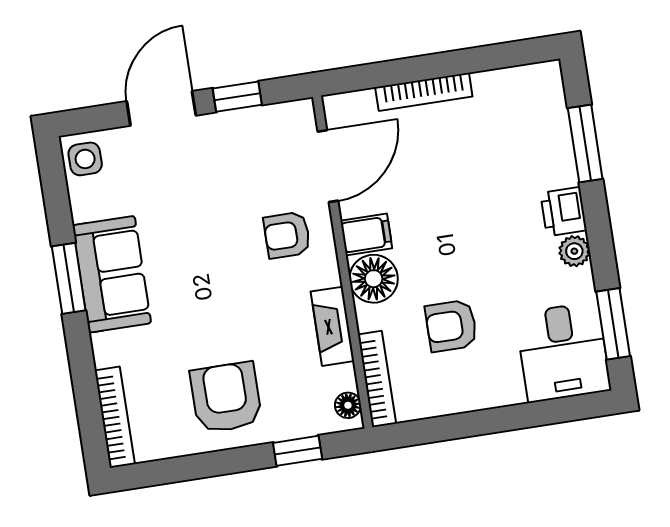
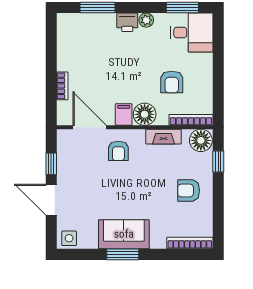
bookcase: (424, 92) -> (62, 86), width x0.64
armchair: (226, 397) -> (189, 191), width x0.72, depth x0.72
floor lamp: (348, 405) -> (201, 140), width x1.89, depth x1.89

